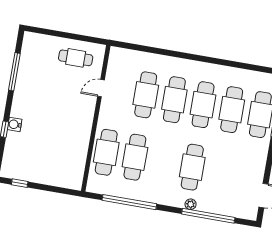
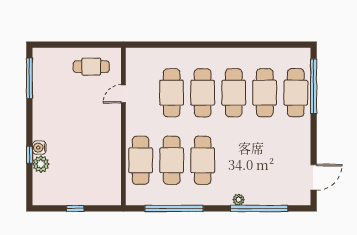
window: (14, 72) -> (29, 78), moved
plant: (13, 140) -> (41, 164), added
cafe table: (192, 167) -> (203, 160), moved
window: (20, 183) -> (75, 208), moved

